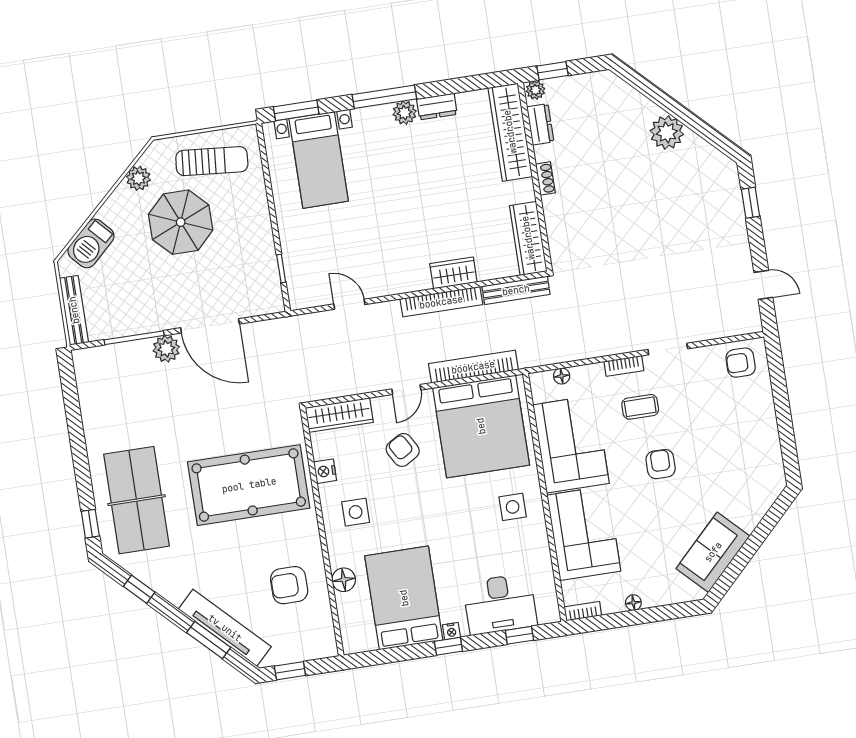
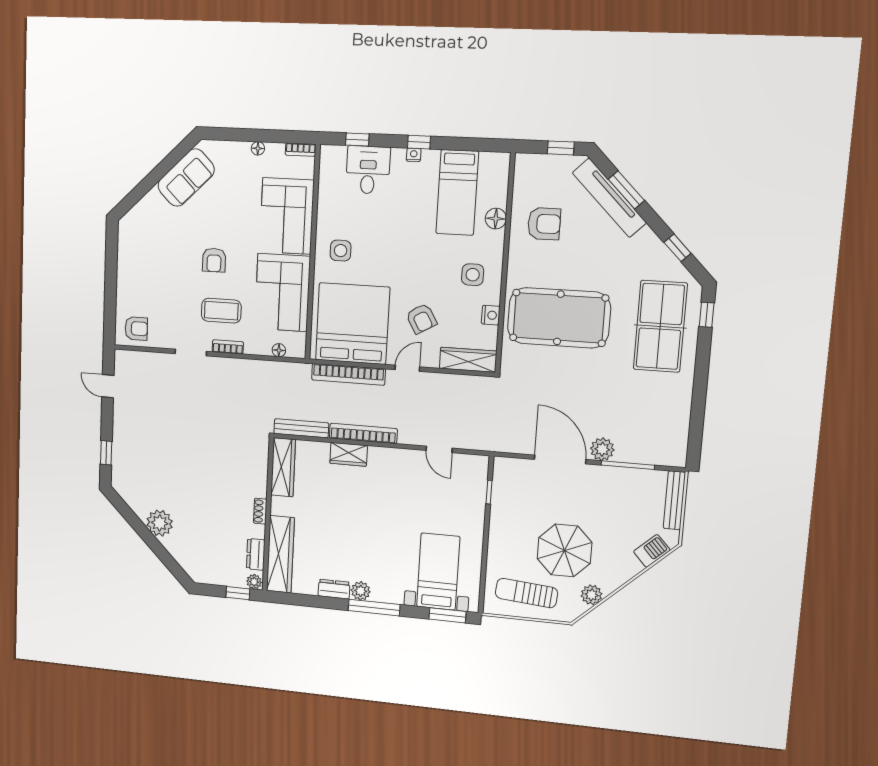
barbecue: (91, 243) -> (652, 551), width x0.73, depth x0.79
coffee table: (640, 407) -> (221, 311), width x1.36, depth x1.30
bed: (404, 598) -> (457, 192), width x0.67
desk: (500, 604) -> (368, 170), width x0.73

